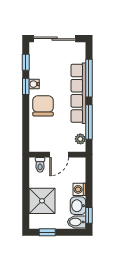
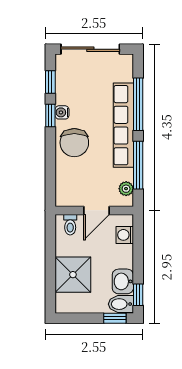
chair: (43, 106) -> (74, 143), turned 180
washing machine: (79, 189) -> (125, 235), moved
window: (47, 232) -> (115, 318), moved

